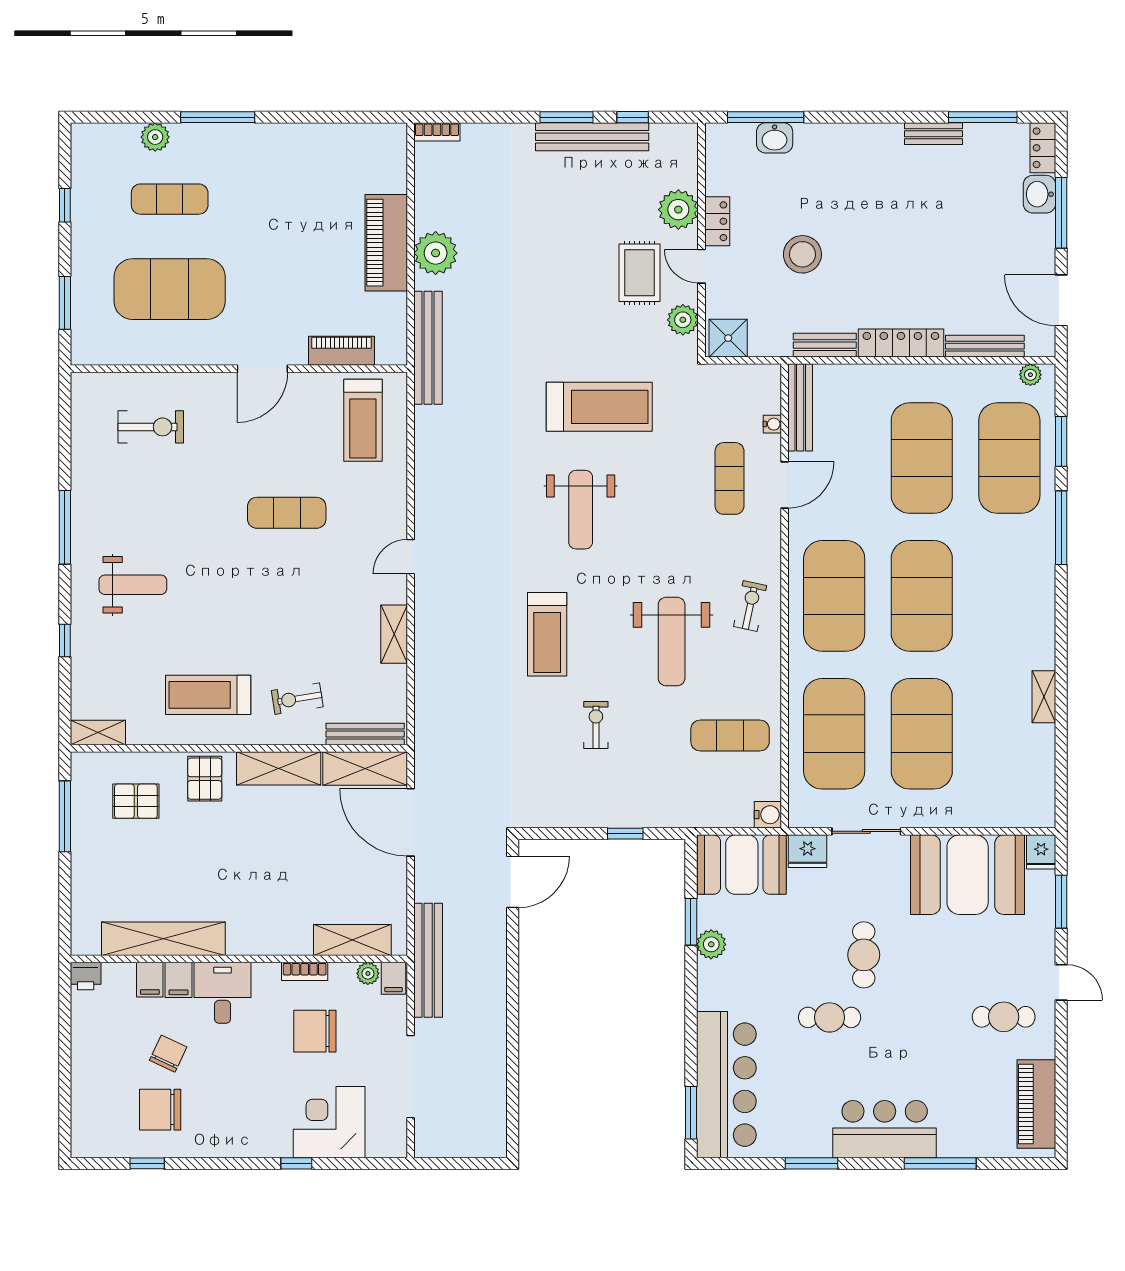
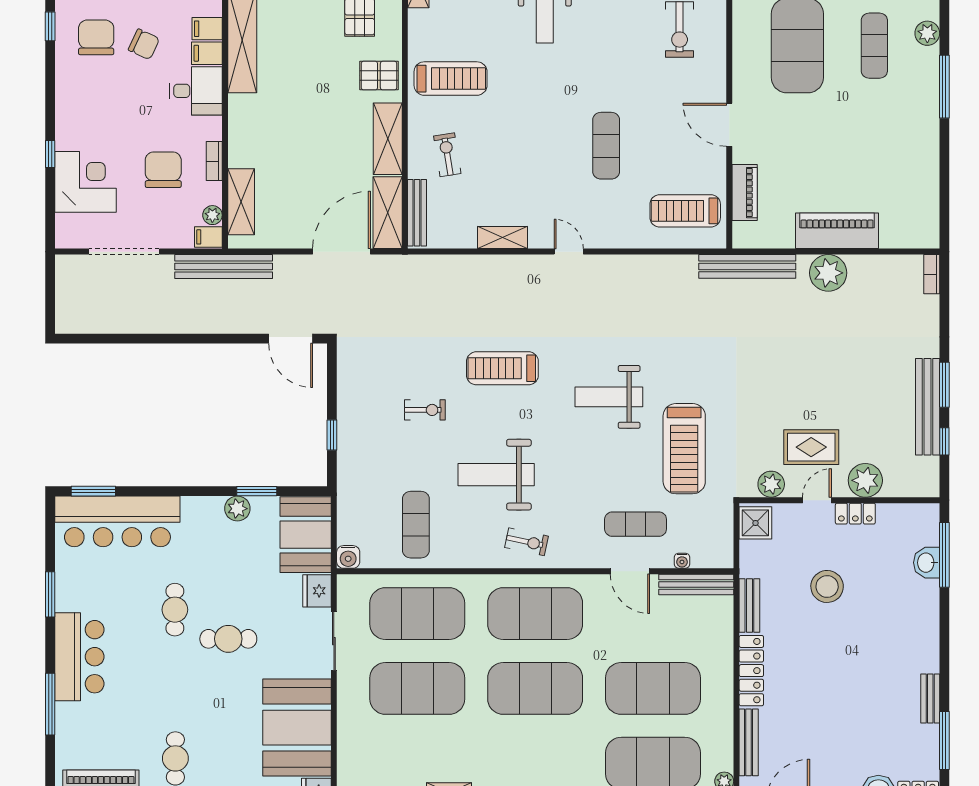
treadmill: (599, 407) -> (684, 449), moved
treadmill: (208, 695) -> (451, 79), turned 90

